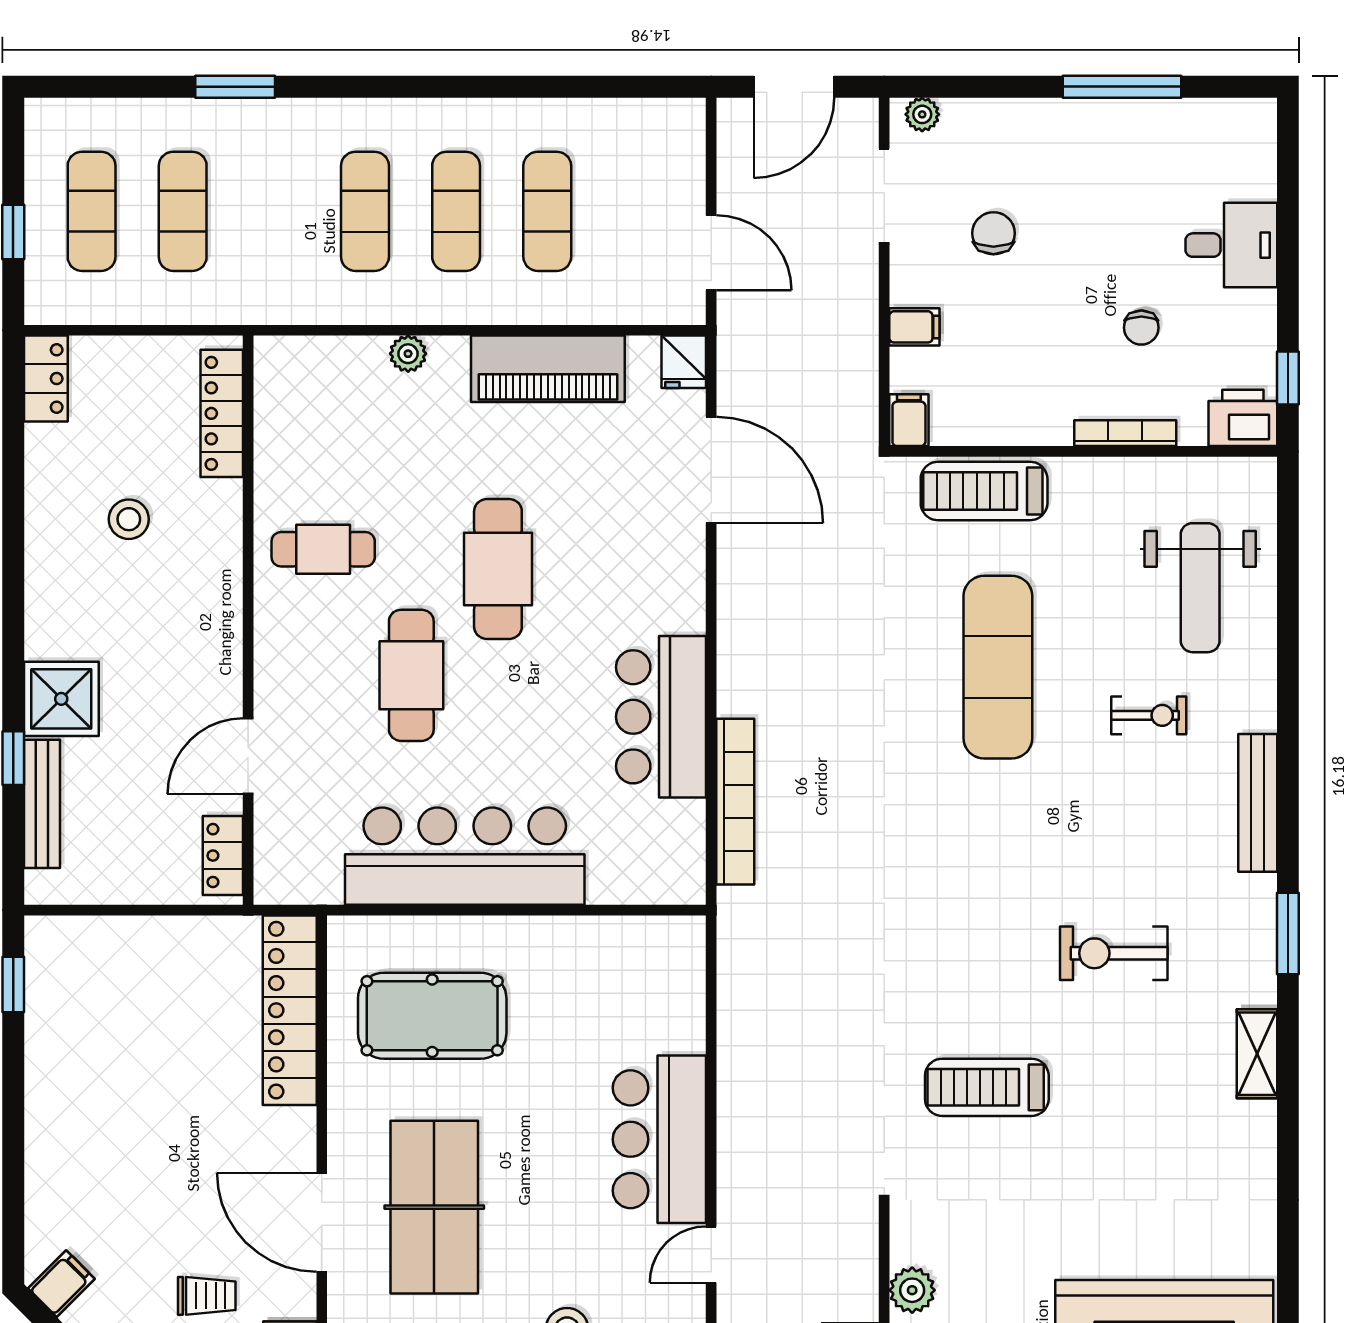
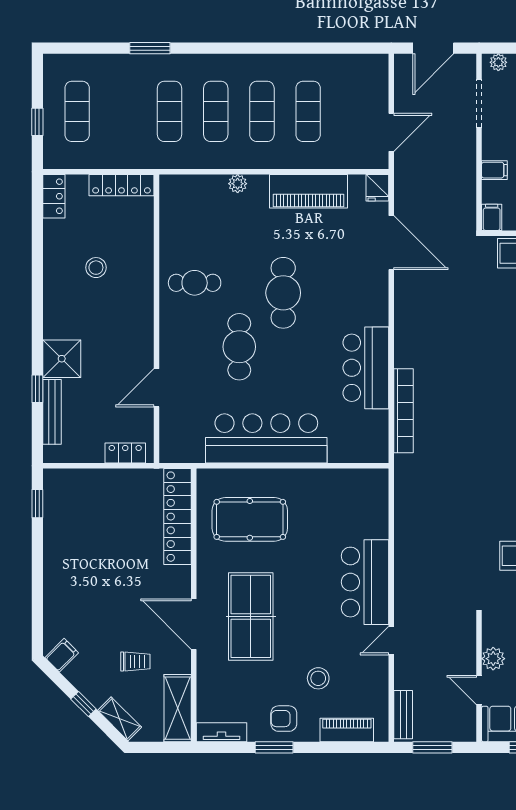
exercise mat: (183, 211) -> (170, 111), moved
door: (711, 253) -> (391, 132), hinge flipped
locker: (222, 413) -> (121, 185), moved, turned -90
locker: (223, 856) -> (125, 453), moved, turned 90

